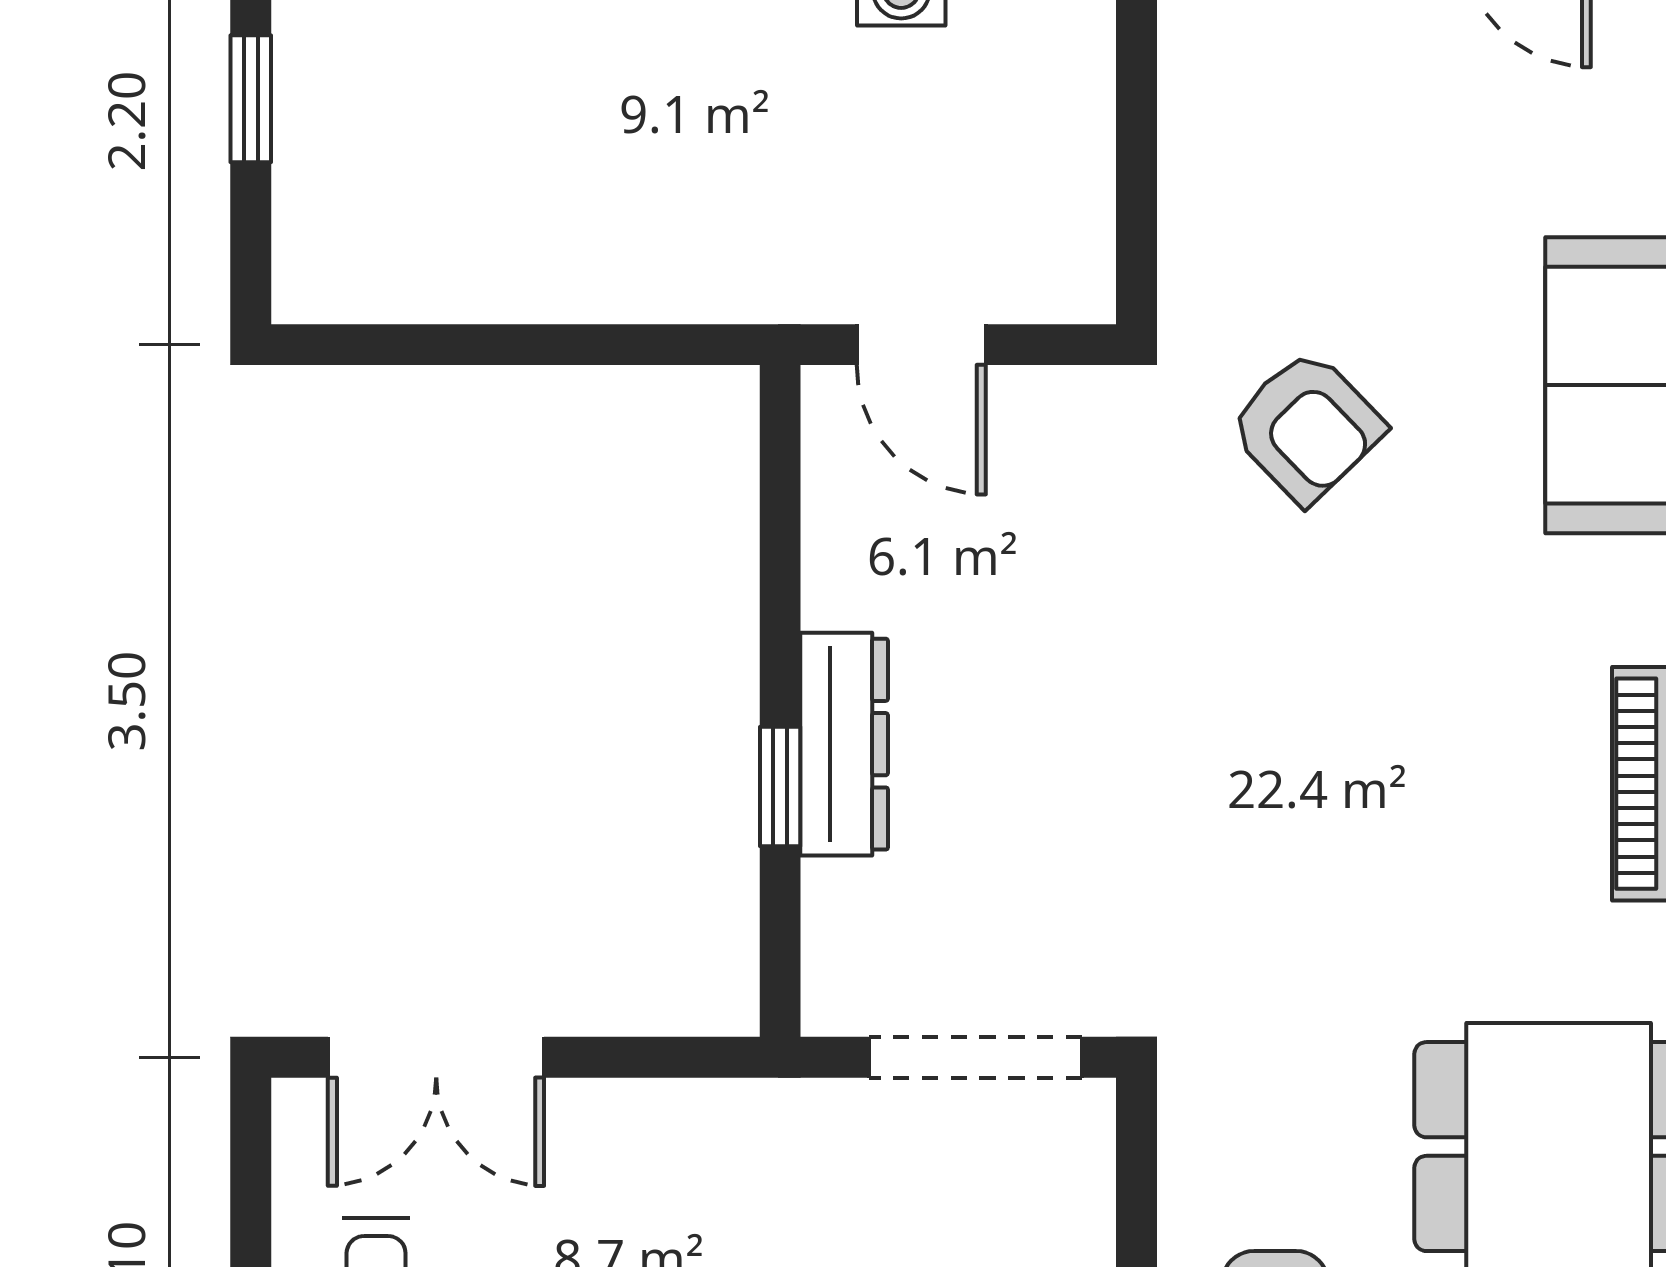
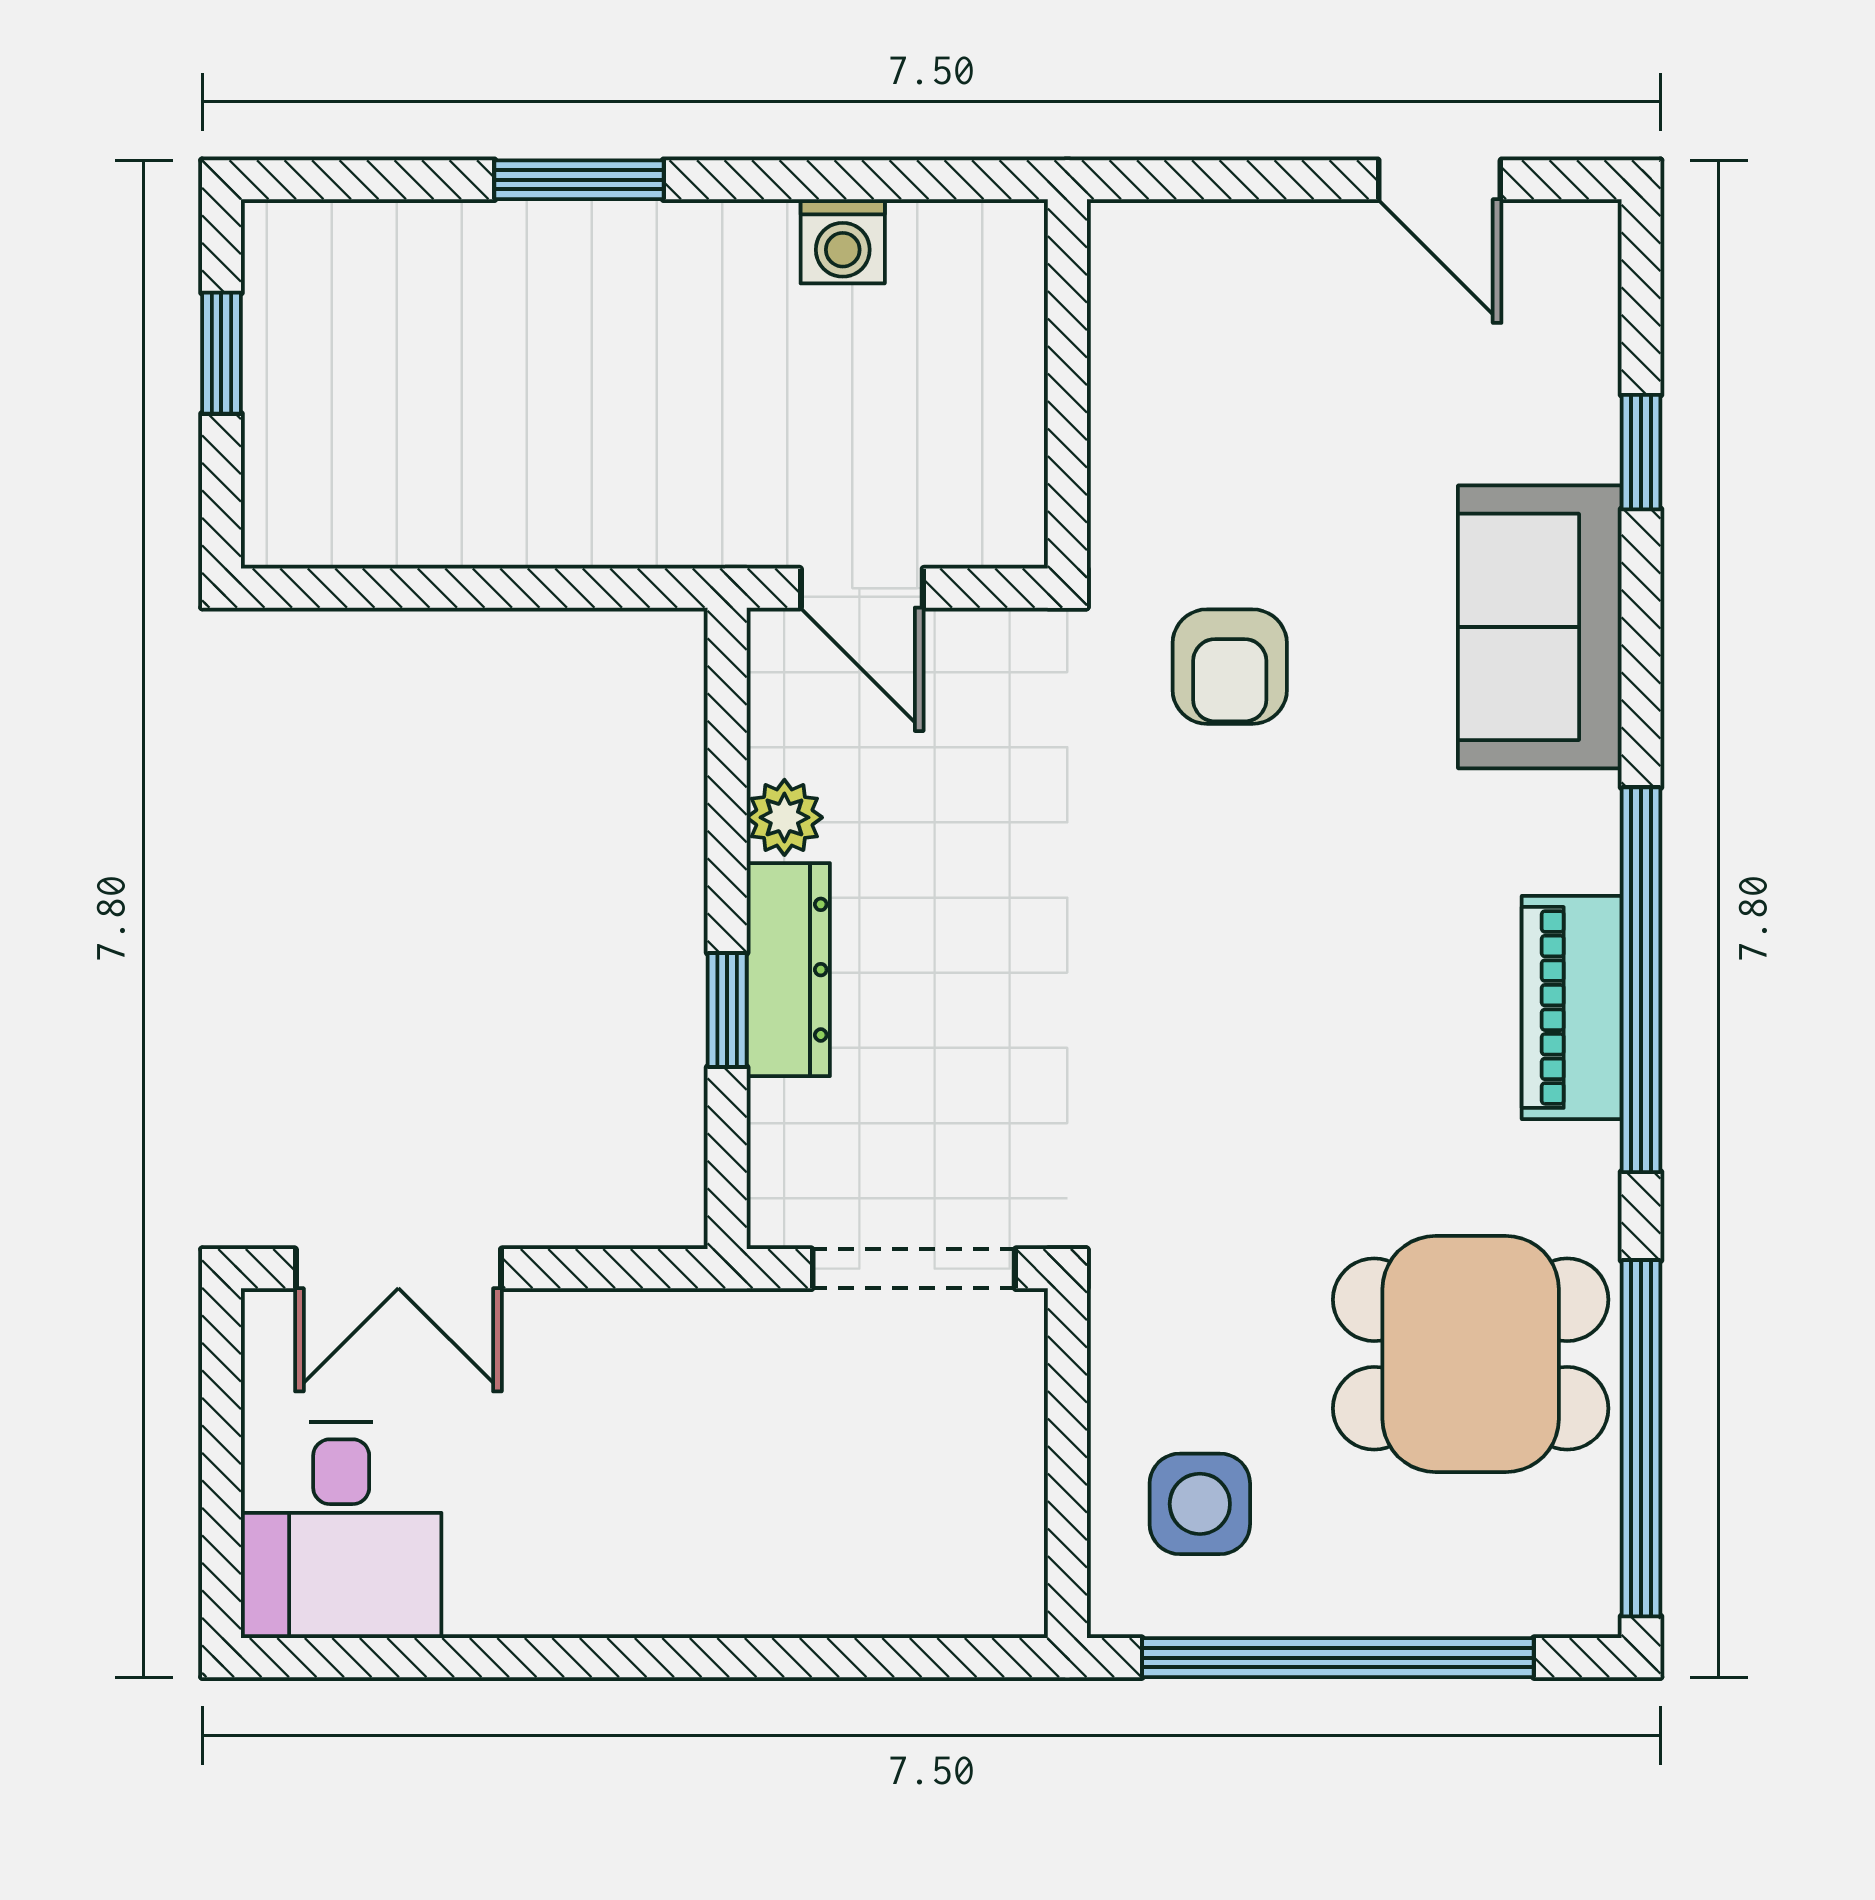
armchair: (1306, 427) -> (1230, 667), turned 44
plant: (840, 585) -> (784, 817), added

